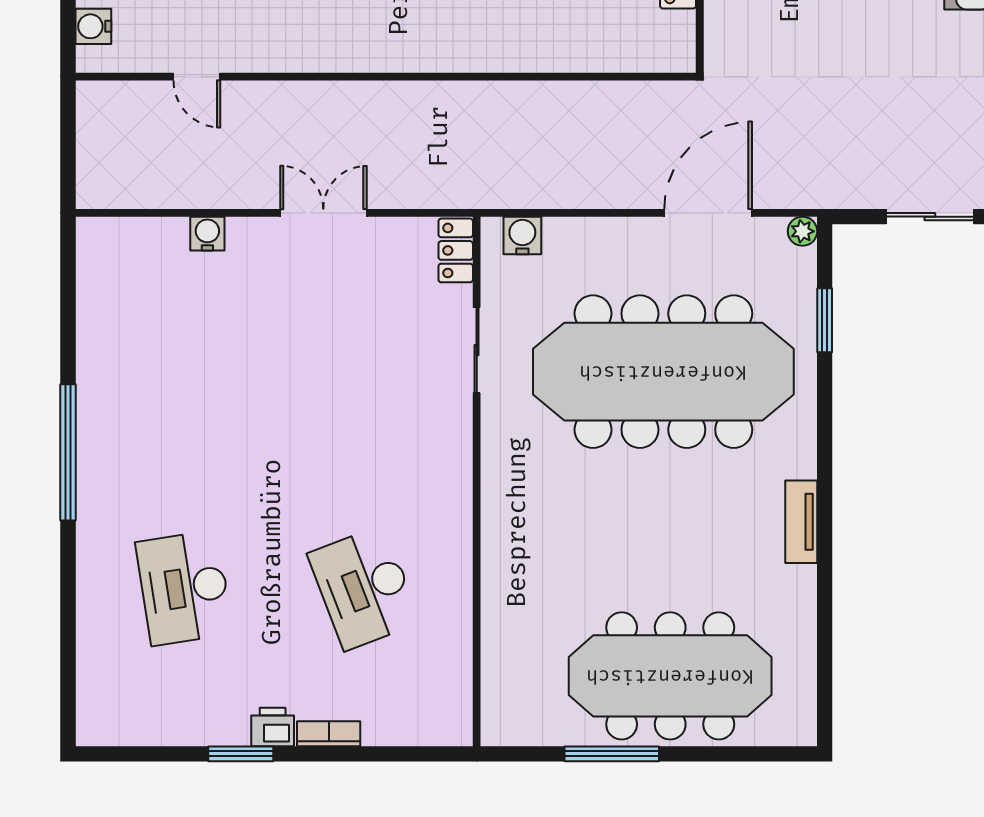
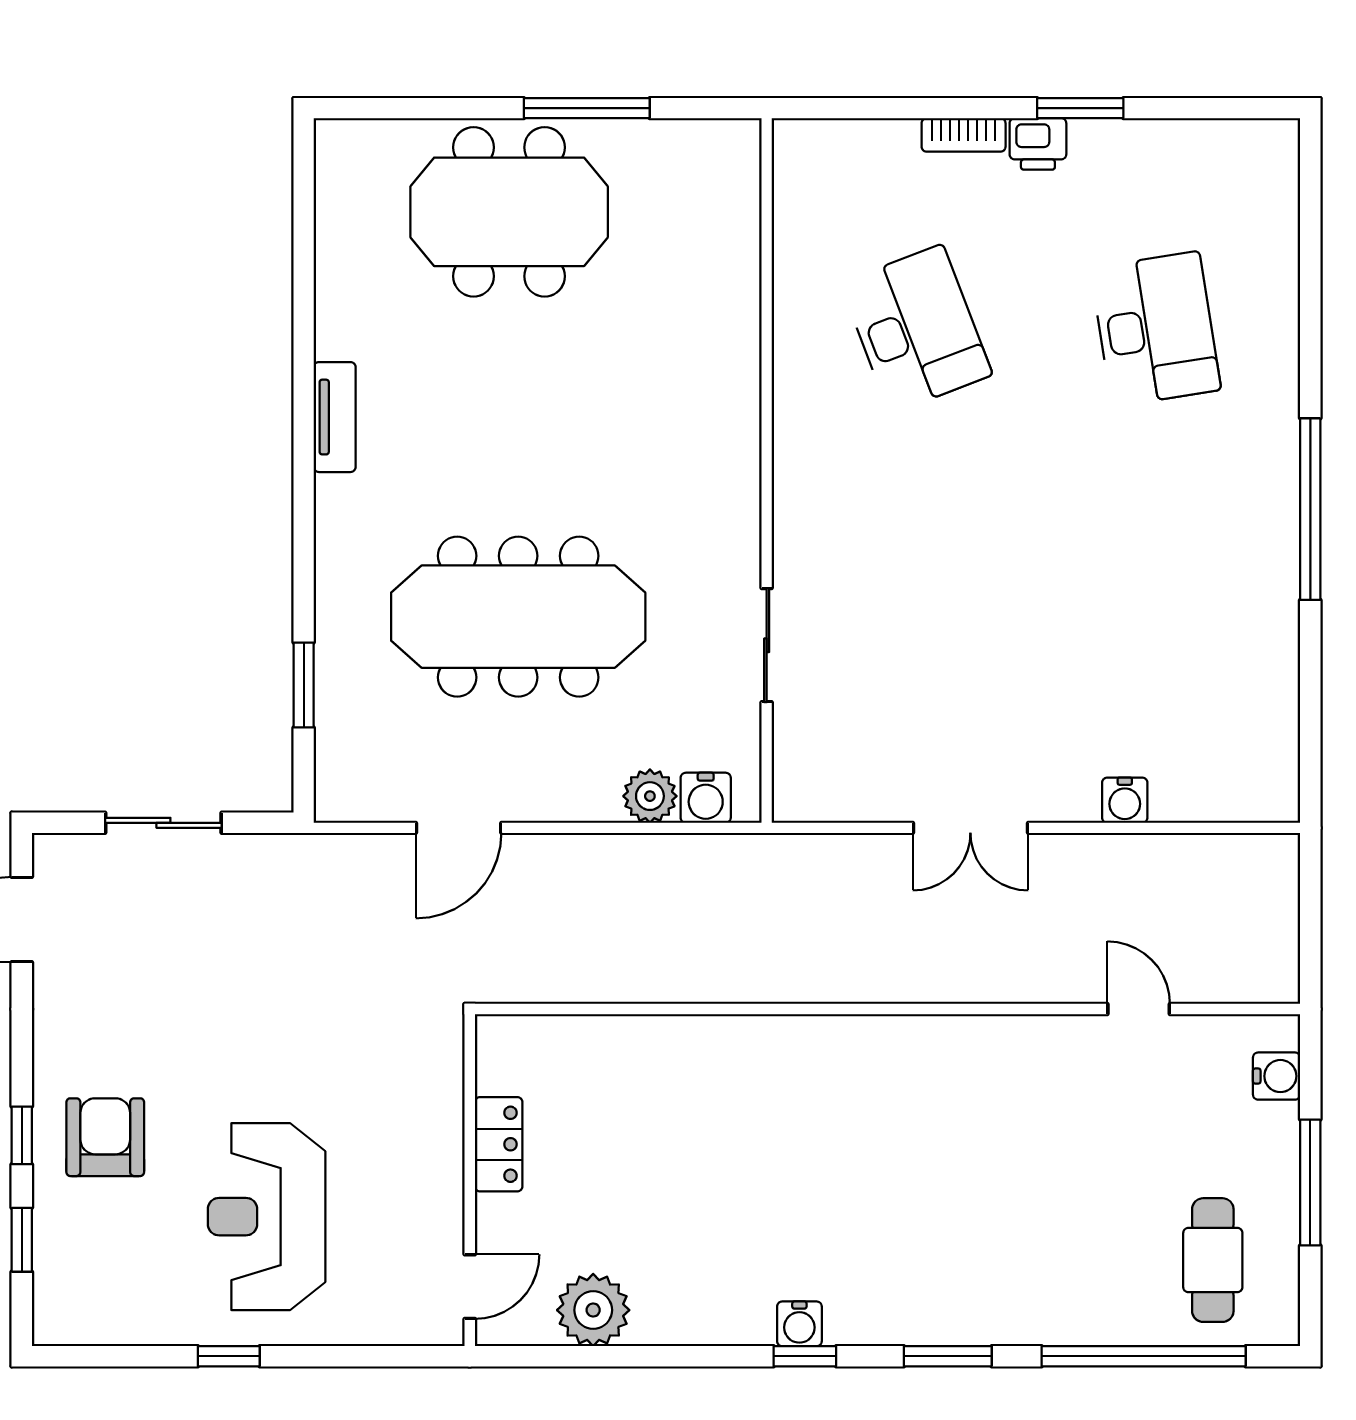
door: (708, 213) -> (459, 828), width x0.73
plant: (802, 231) -> (650, 796), moved, width x1.38, depth x1.38
locker: (456, 250) -> (794, 778), removed
meeting table: (663, 372) -> (518, 617), width x0.73, depth x0.79
meeting table: (670, 676) -> (509, 212), width x0.73

